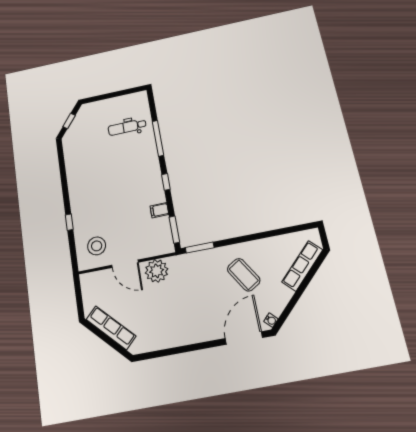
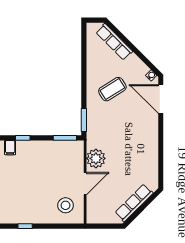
filing cabinet: (159, 210) -> (10, 148), moved
window: (69, 222) -> (25, 226), moved

